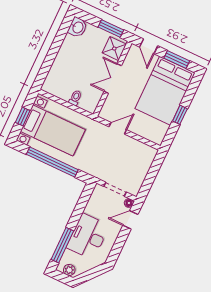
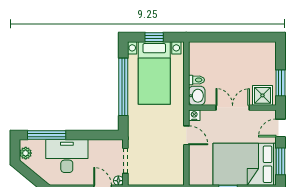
washbasin: (78, 27) -> (197, 96), moved, turned -90
nightstand: (104, 114) -> (194, 115), added

